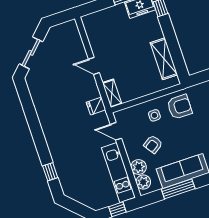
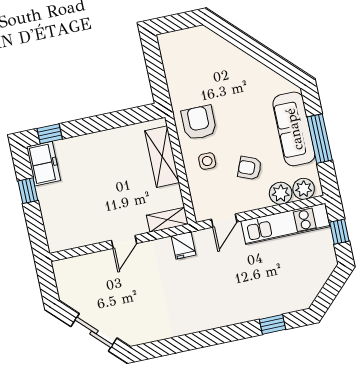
shelving: (164, 59) -> (162, 157), moved, turned 90
armchair: (153, 144) -> (250, 168), turned 146

